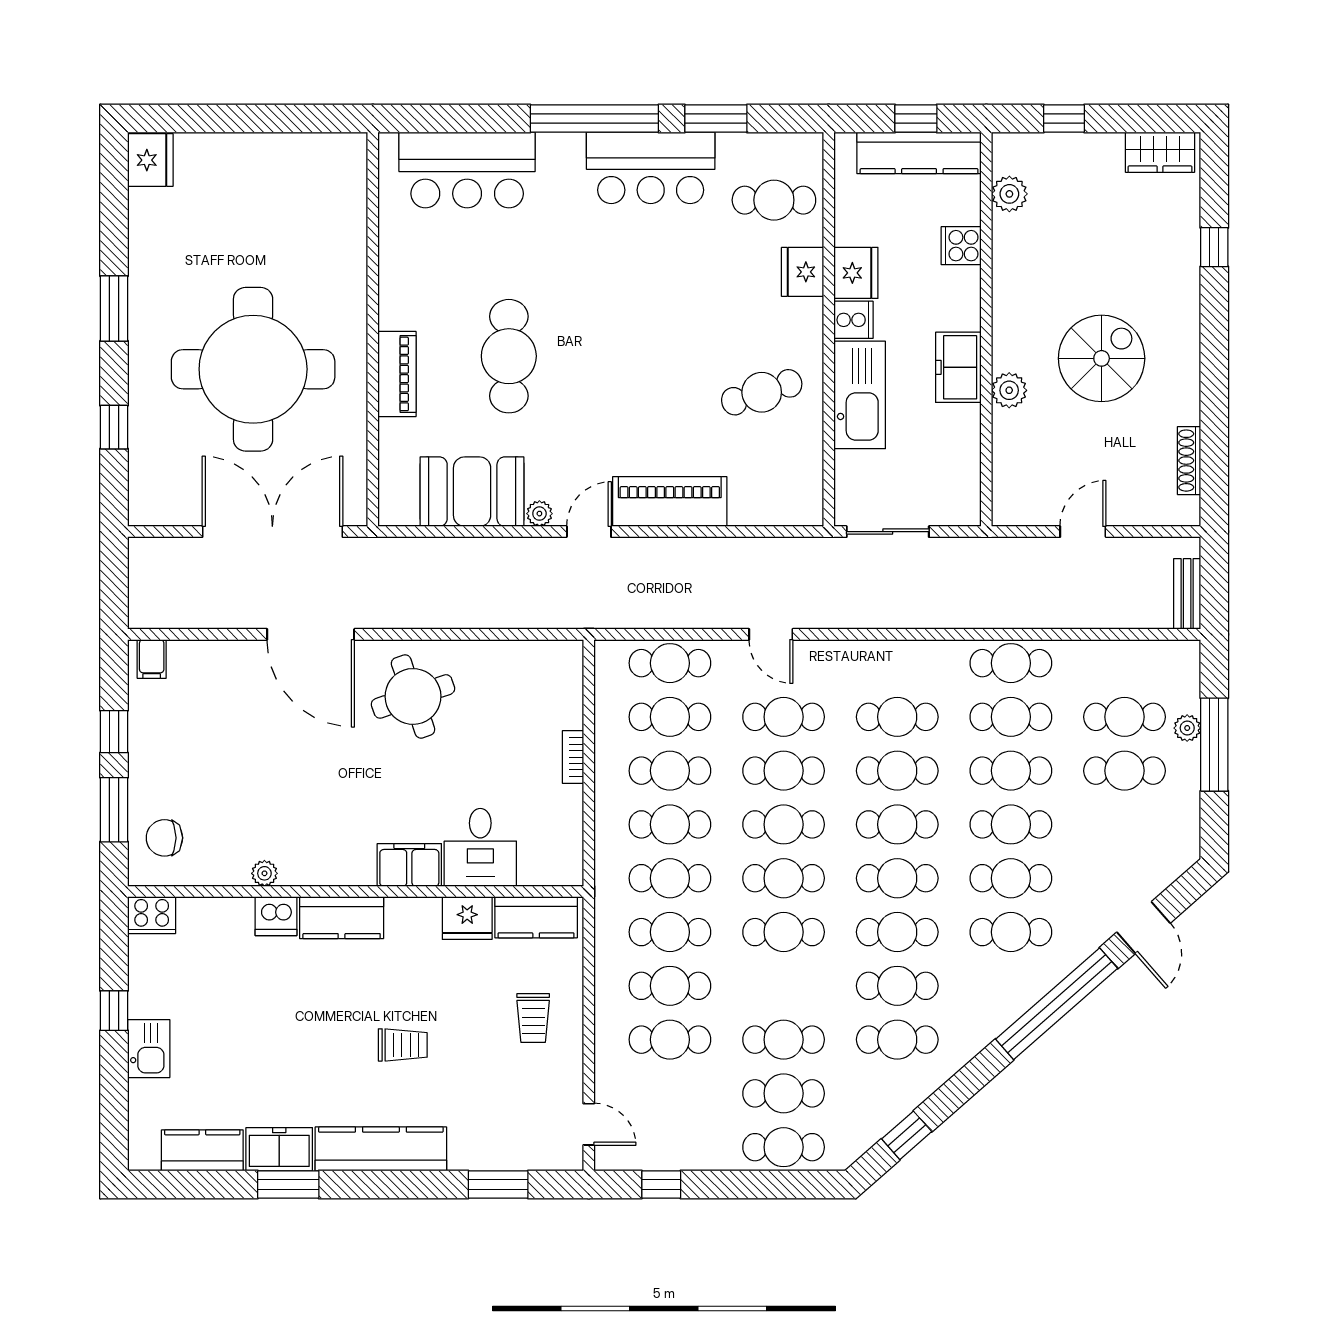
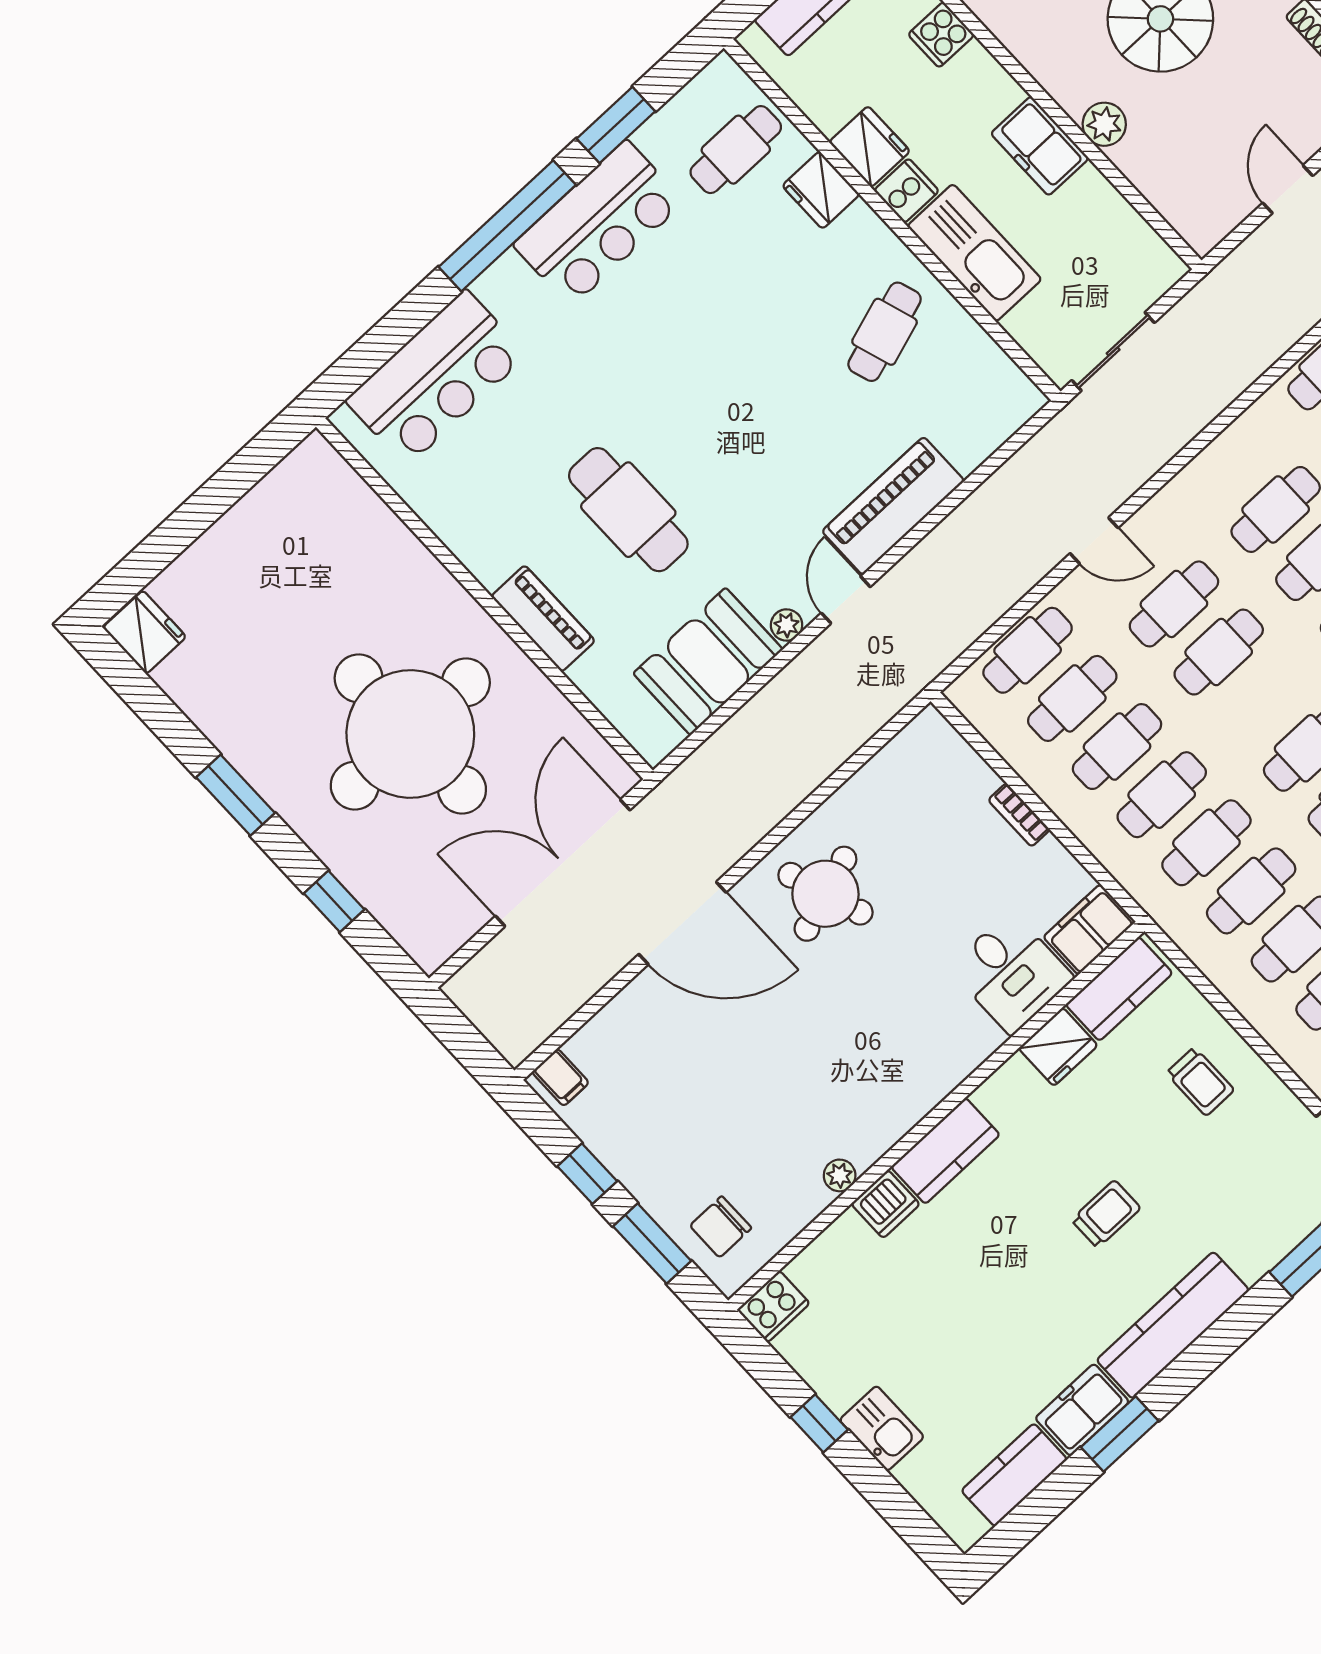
cafe table: (784, 824) -> (1263, 700), removed
filing cabinet: (409, 865) -> (1089, 929), moved

